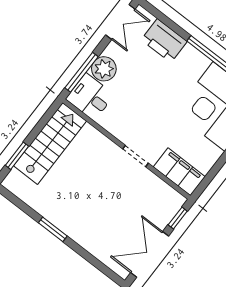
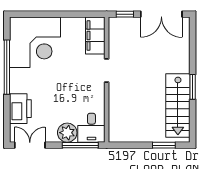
stairs: (50, 143) -> (178, 105), moved, turned -90

